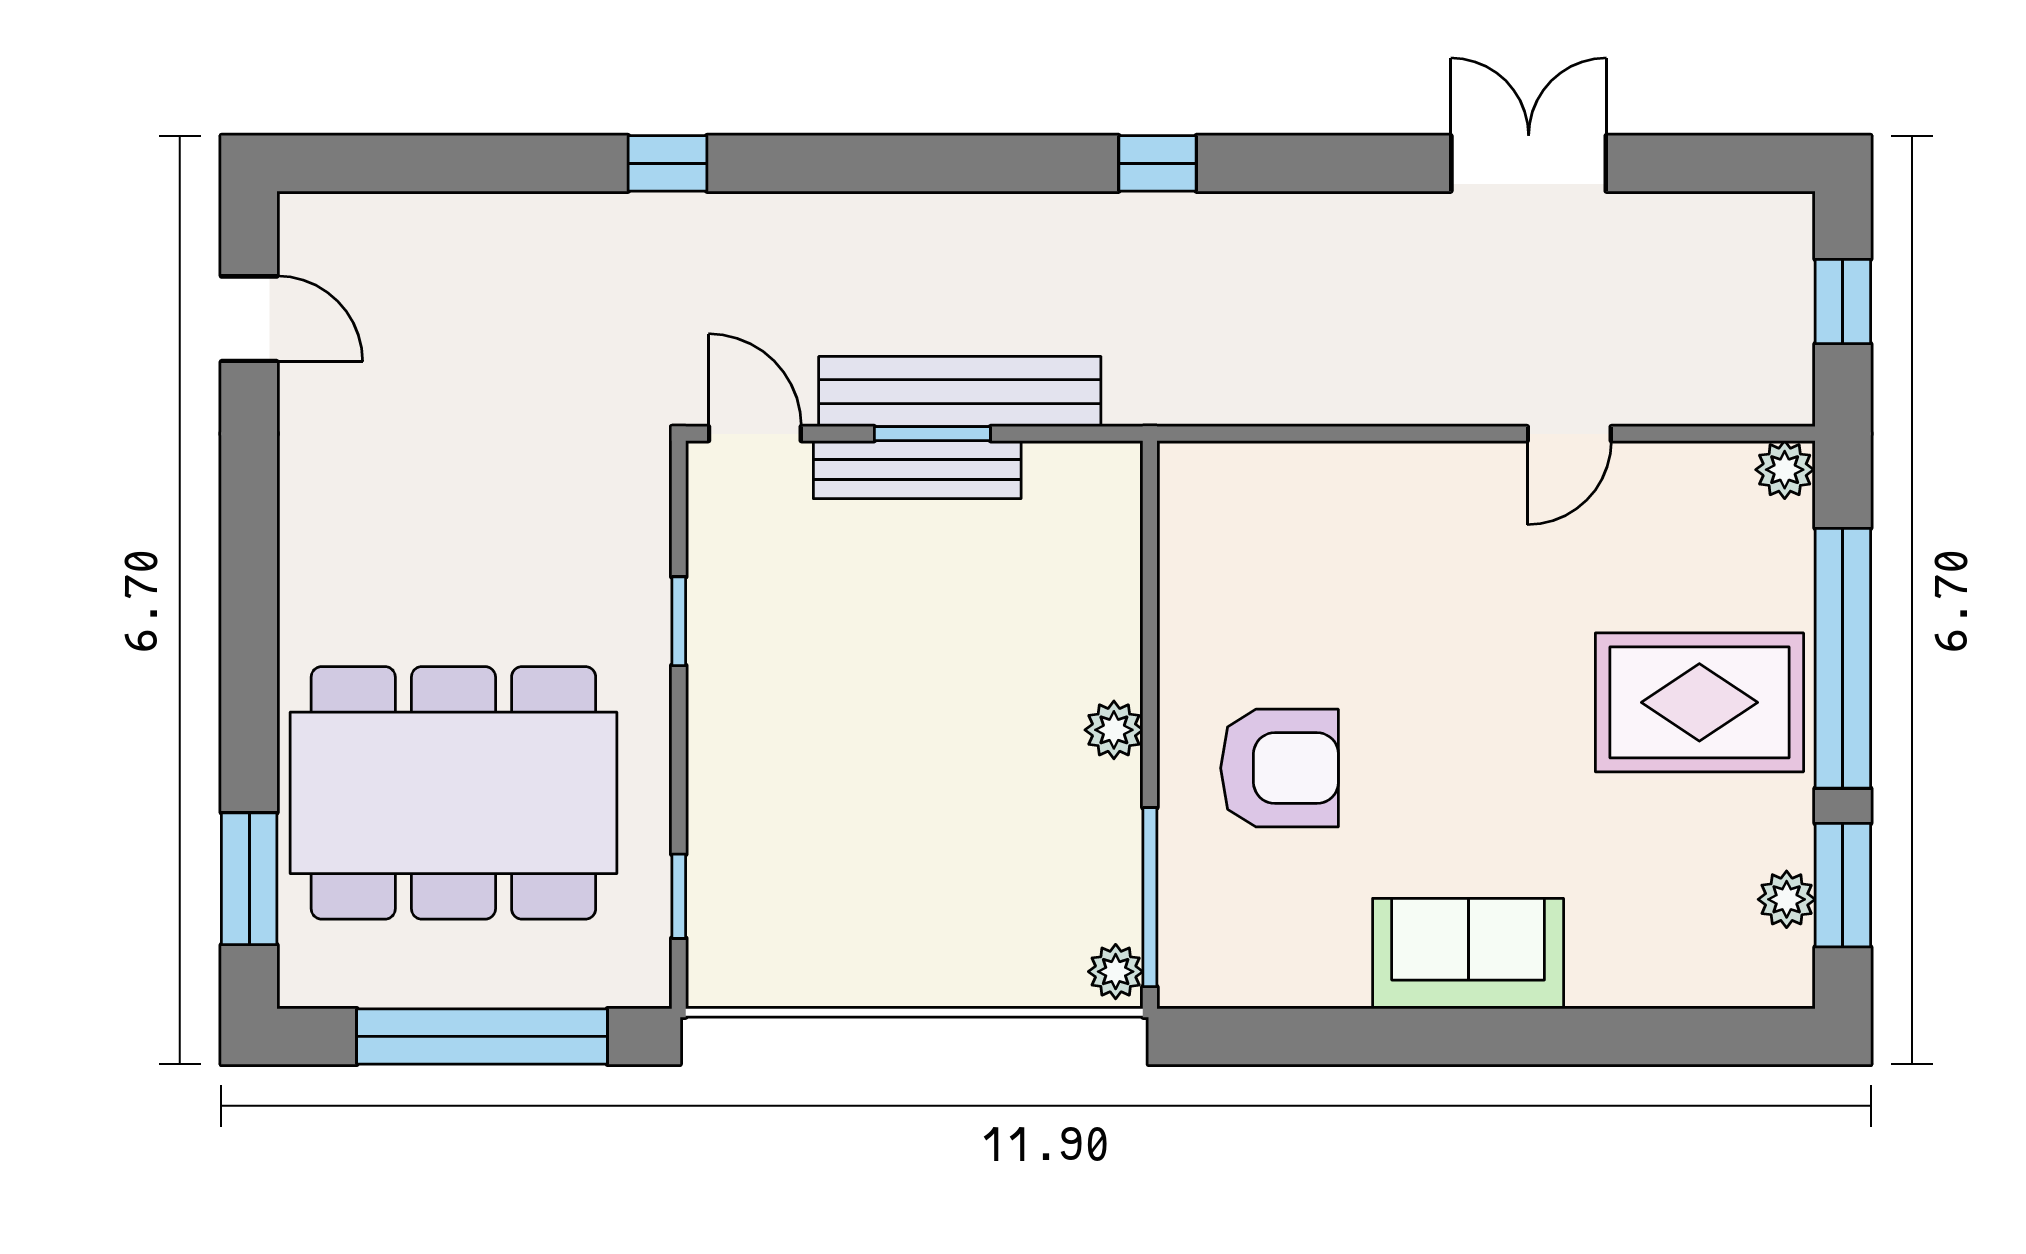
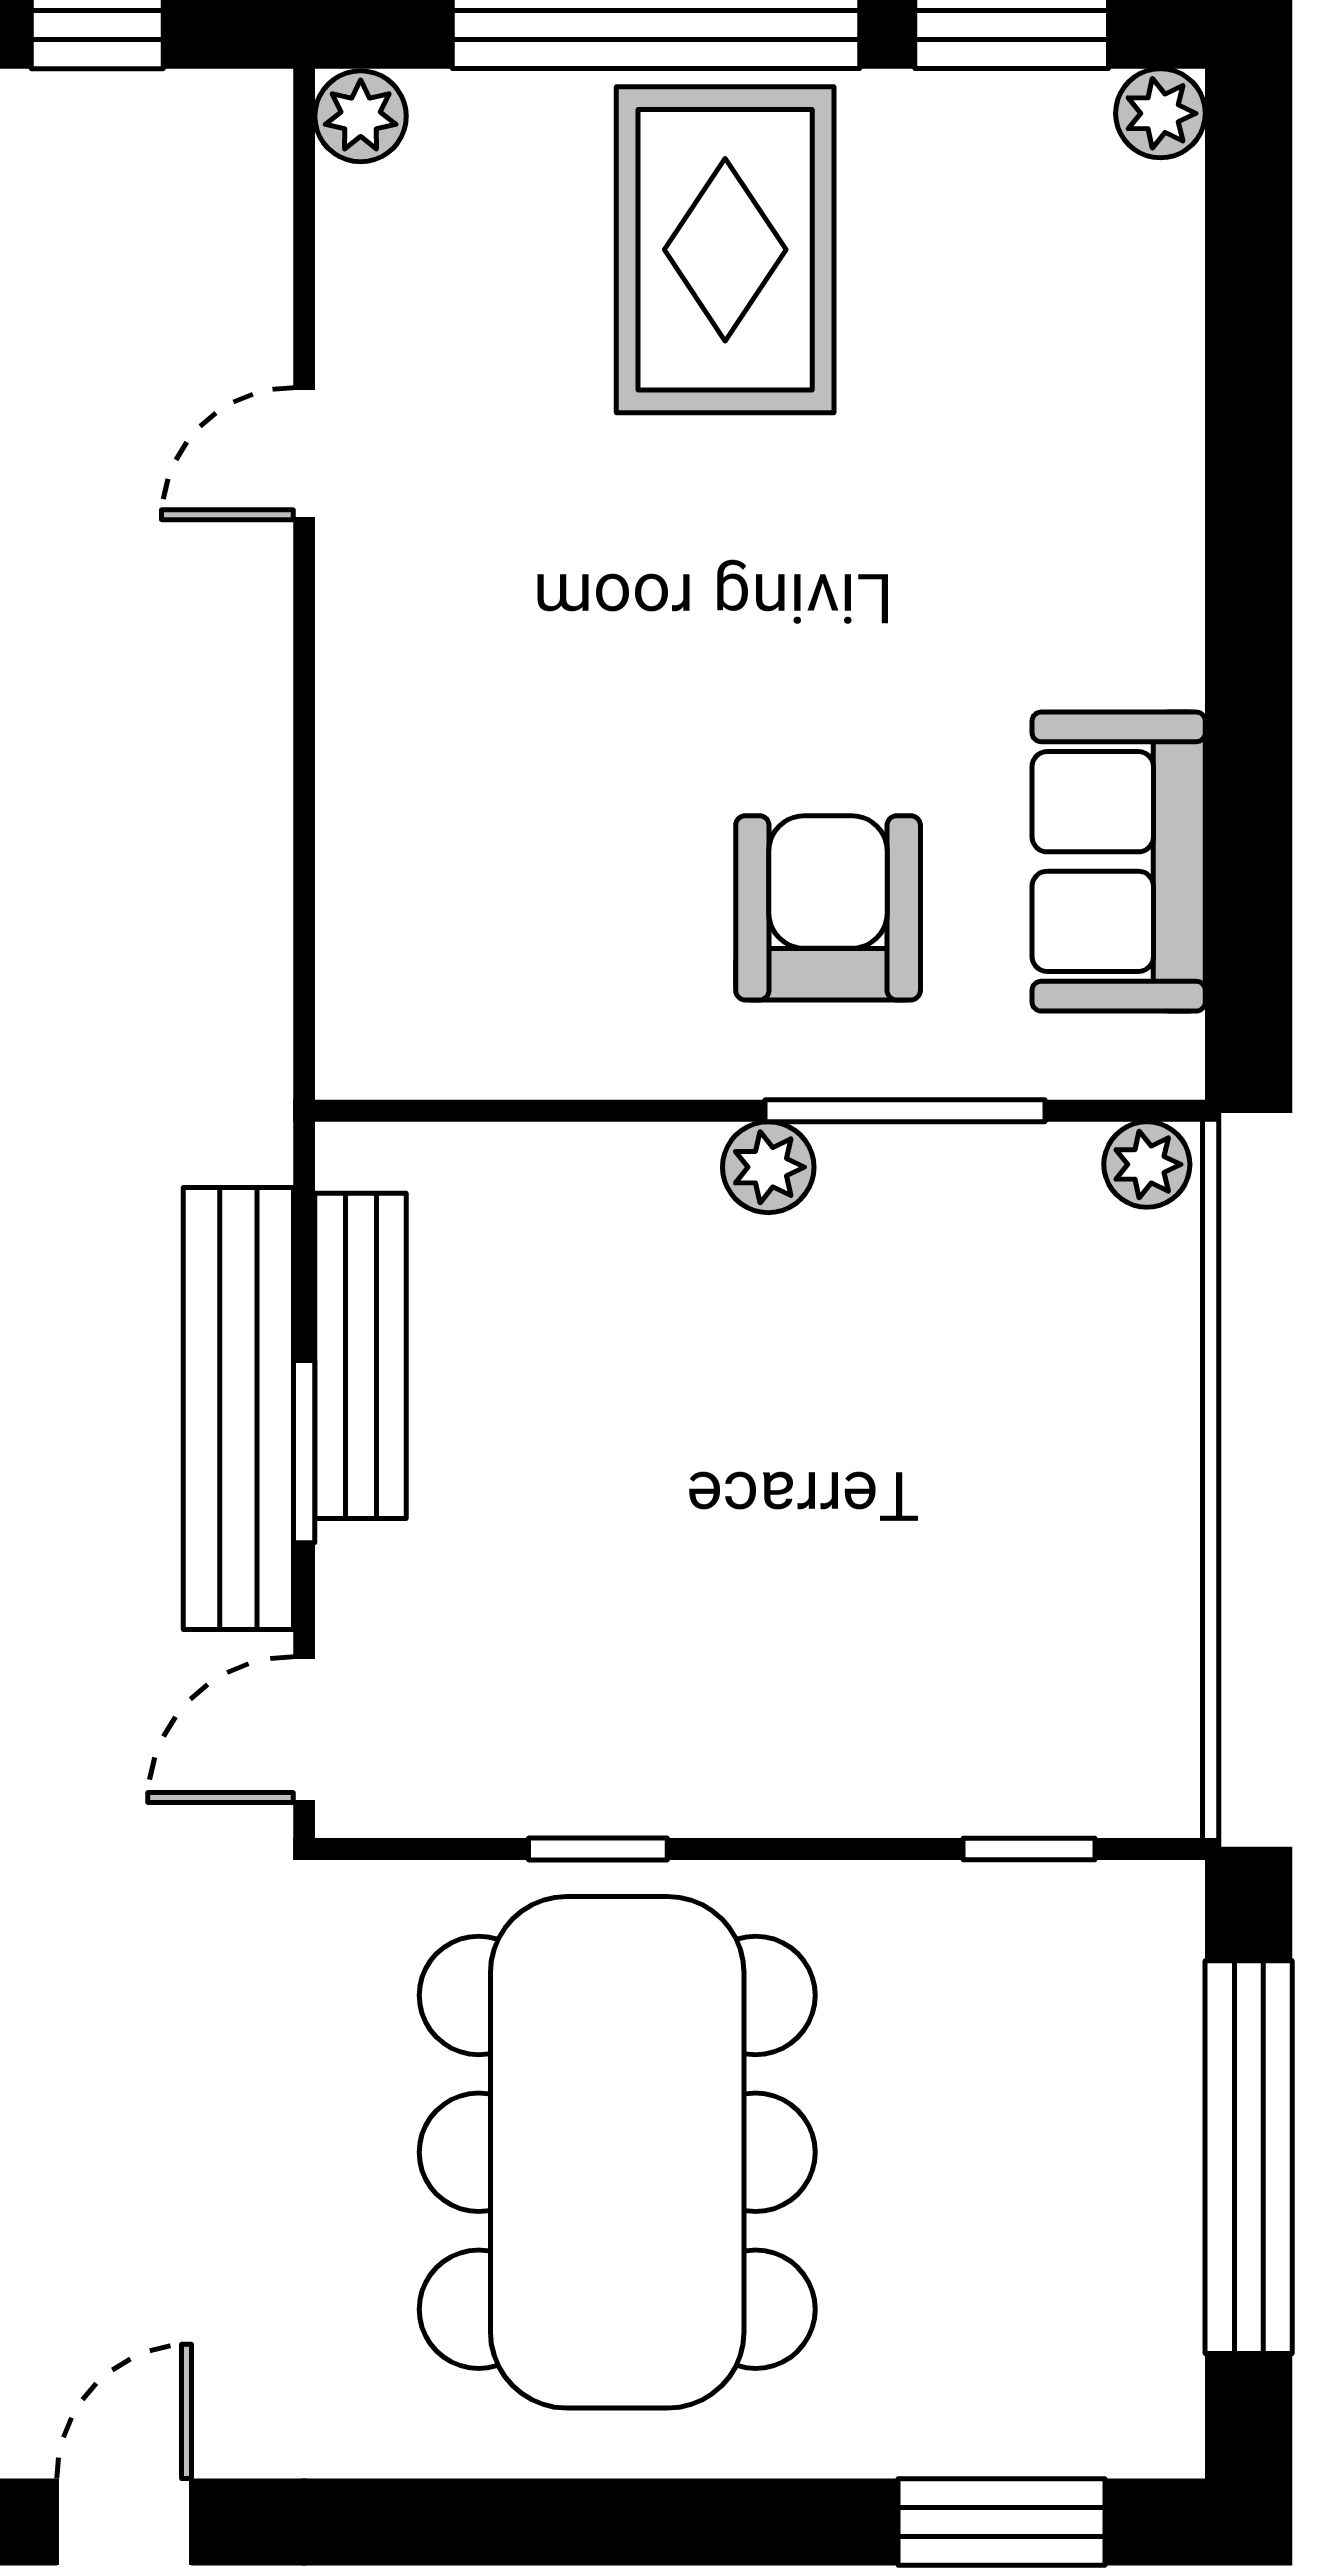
door: (1569, 434) -> (304, 454), swing flipped
bench: (917, 470) -> (361, 1356), moved
dining table: (453, 793) -> (617, 2152), moved
window: (1150, 897) -> (905, 1111), moved
plant: (1787, 899) -> (1160, 113), moved
sofa: (1468, 954) -> (1119, 862), moved

